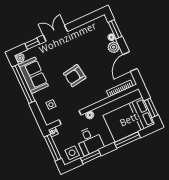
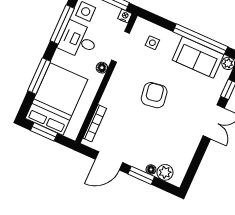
window: (115, 29) -> (141, 175), moved
plant: (114, 47) -> (165, 172), moved
door: (130, 62) -> (109, 161), swing flipped
window: (91, 157) -> (62, 24), width x1.44

